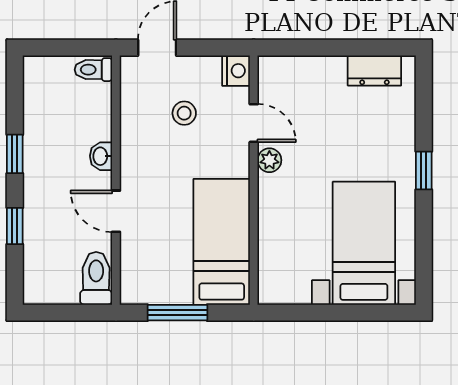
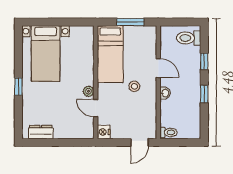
stool: (184, 113) -> (134, 86), moved
toilet: (96, 278) -> (189, 38), moved, turned 90

